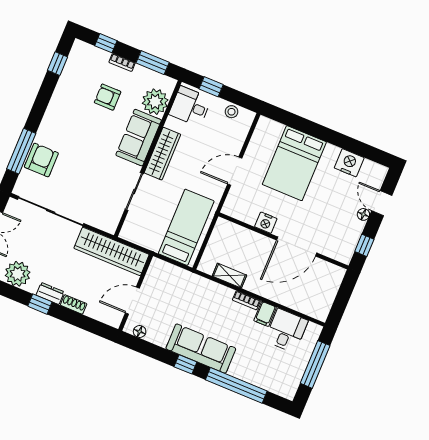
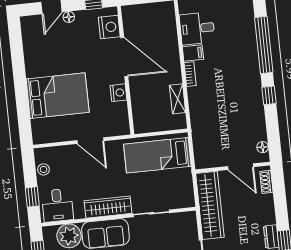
nightstand: (349, 163) -> (109, 27), moved, turned 180
shoe rack: (74, 304) -> (266, 182), moved
sofa: (201, 349) -> (249, 90), removed

